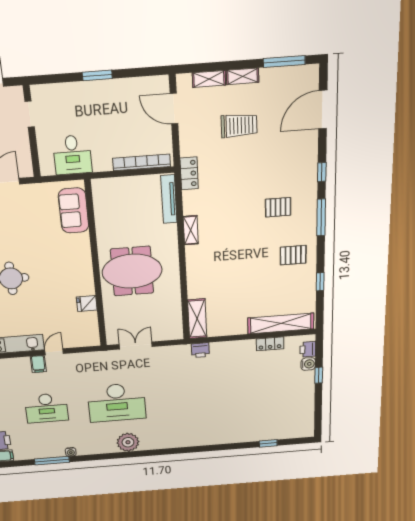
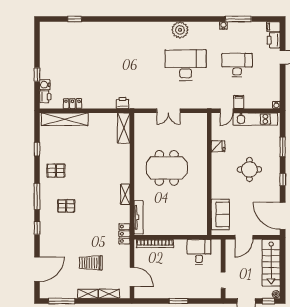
sofa: (74, 211) -> (220, 214), moved
wall: (96, 266) -> (209, 174), moved
fridge: (87, 304) -> (218, 146), moved

